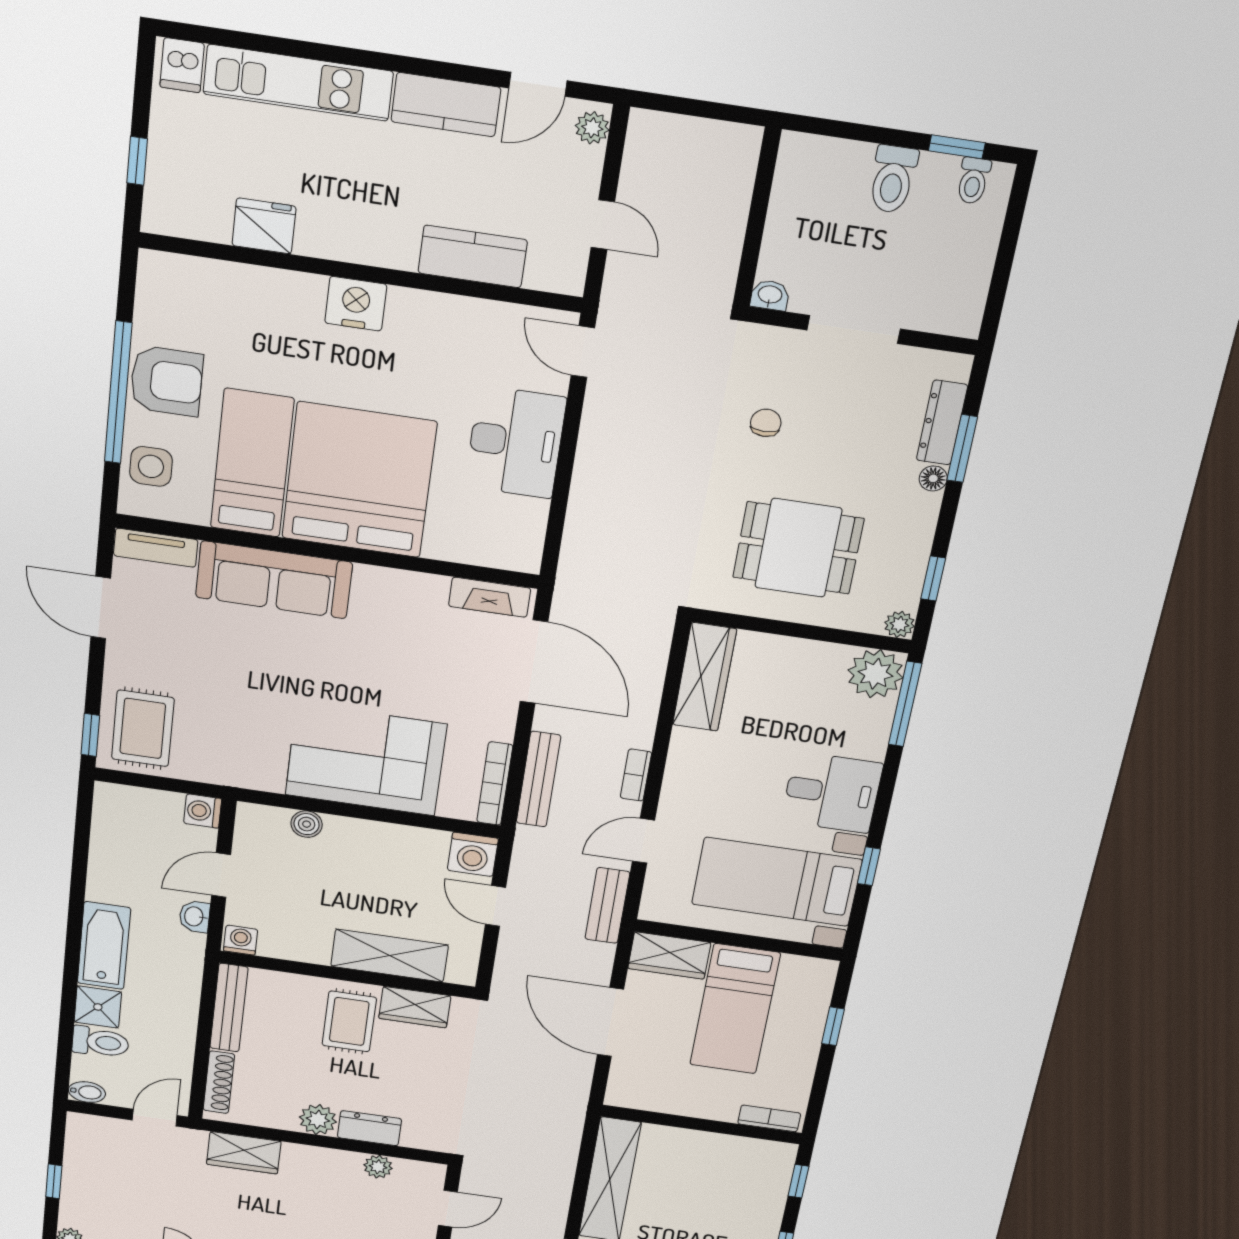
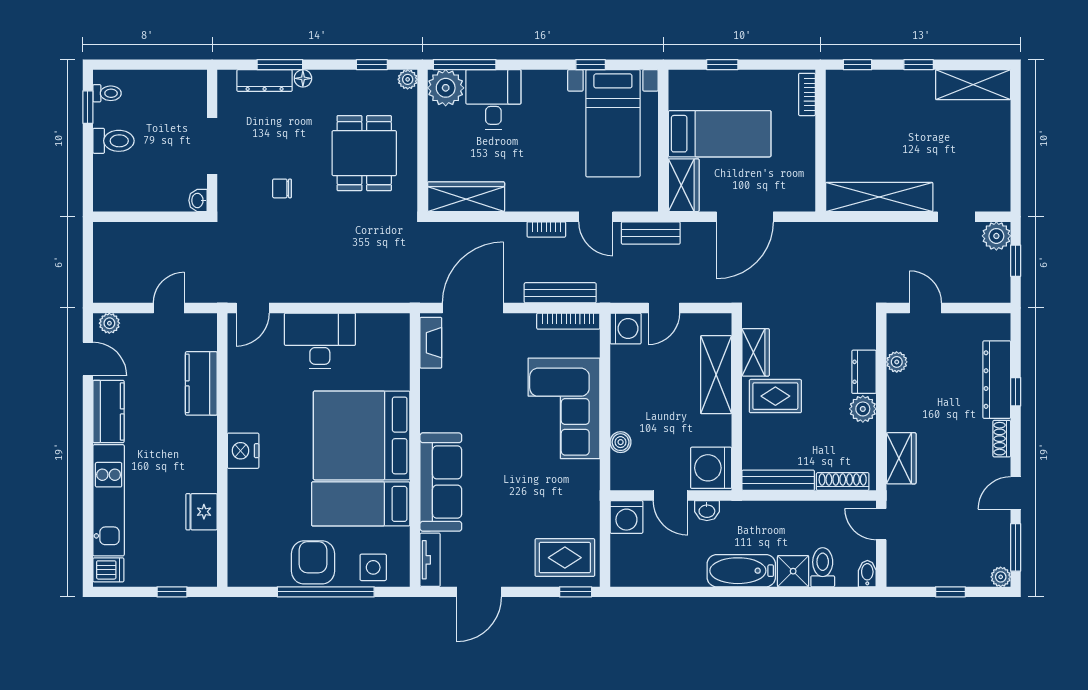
desk: (832, 792) -> (493, 99), moved
washing machine: (203, 811) -> (626, 517), width x1.38, depth x1.38
washing machine: (241, 940) -> (711, 468), width x1.89, depth x1.89

